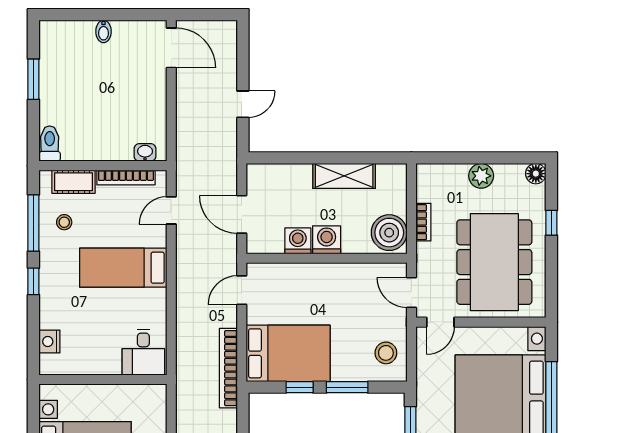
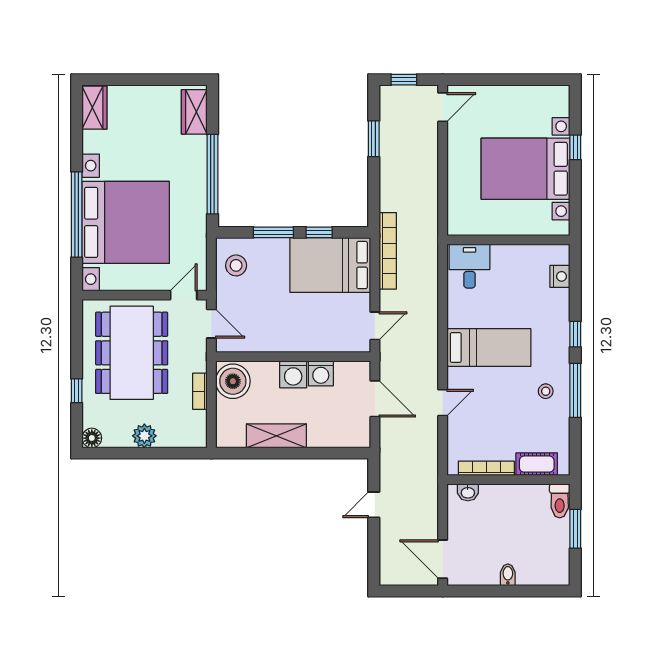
toilet: (50, 144) -> (560, 501), moved
washbasin: (145, 152) -> (468, 492), moved
wall: (103, 166) -> (508, 480), moved
bookcase: (126, 177) -> (486, 468), moved
cot: (74, 182) -> (537, 464), moved

